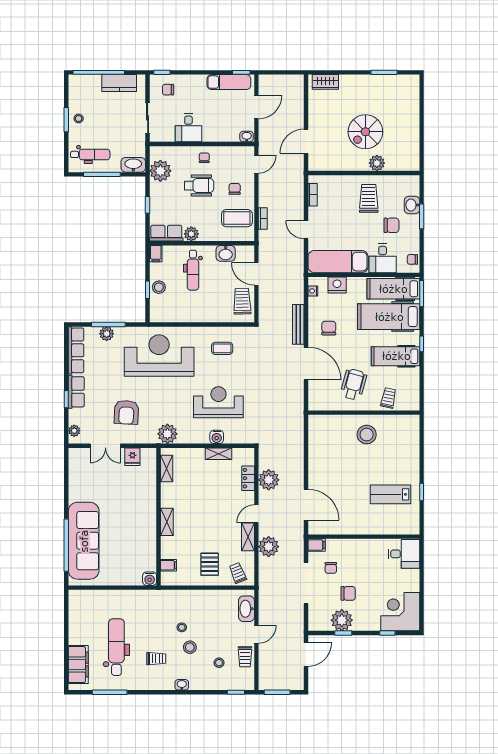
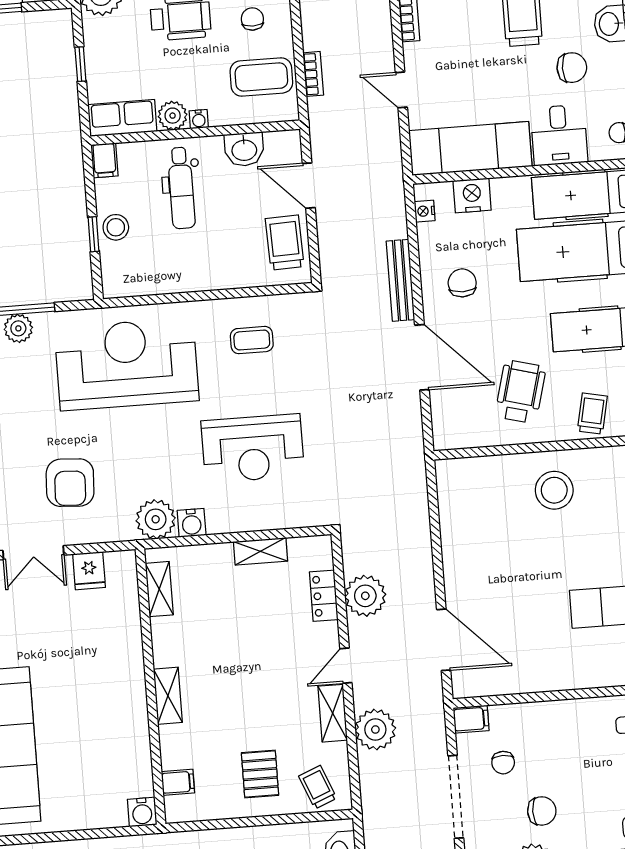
water cooler: (204, 237) -> (199, 119), added
reception desk: (218, 402) -> (253, 448), turned 180
water cooler: (217, 437) -> (192, 523), moved

